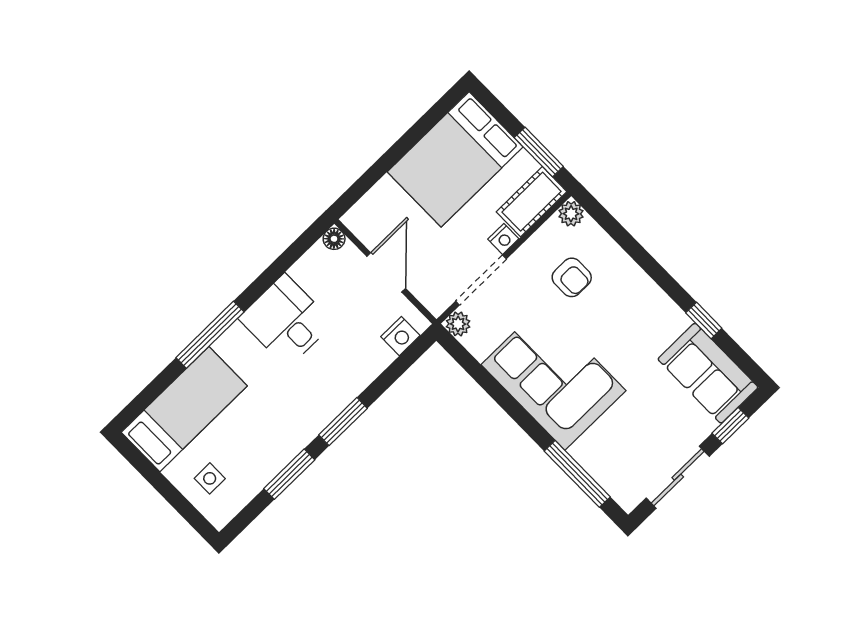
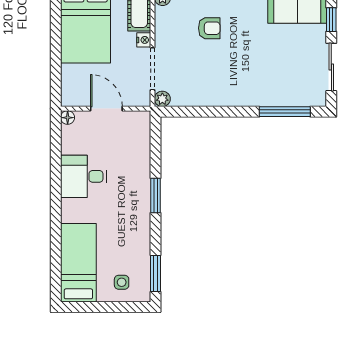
armchair: (572, 277) -> (209, 28), moved
window: (210, 335) -> (56, 218), removed
nightstand: (400, 336) -> (142, 131), removed
corner sofa: (553, 378) -> (230, 79), removed
window: (289, 474) -> (155, 274), moved

